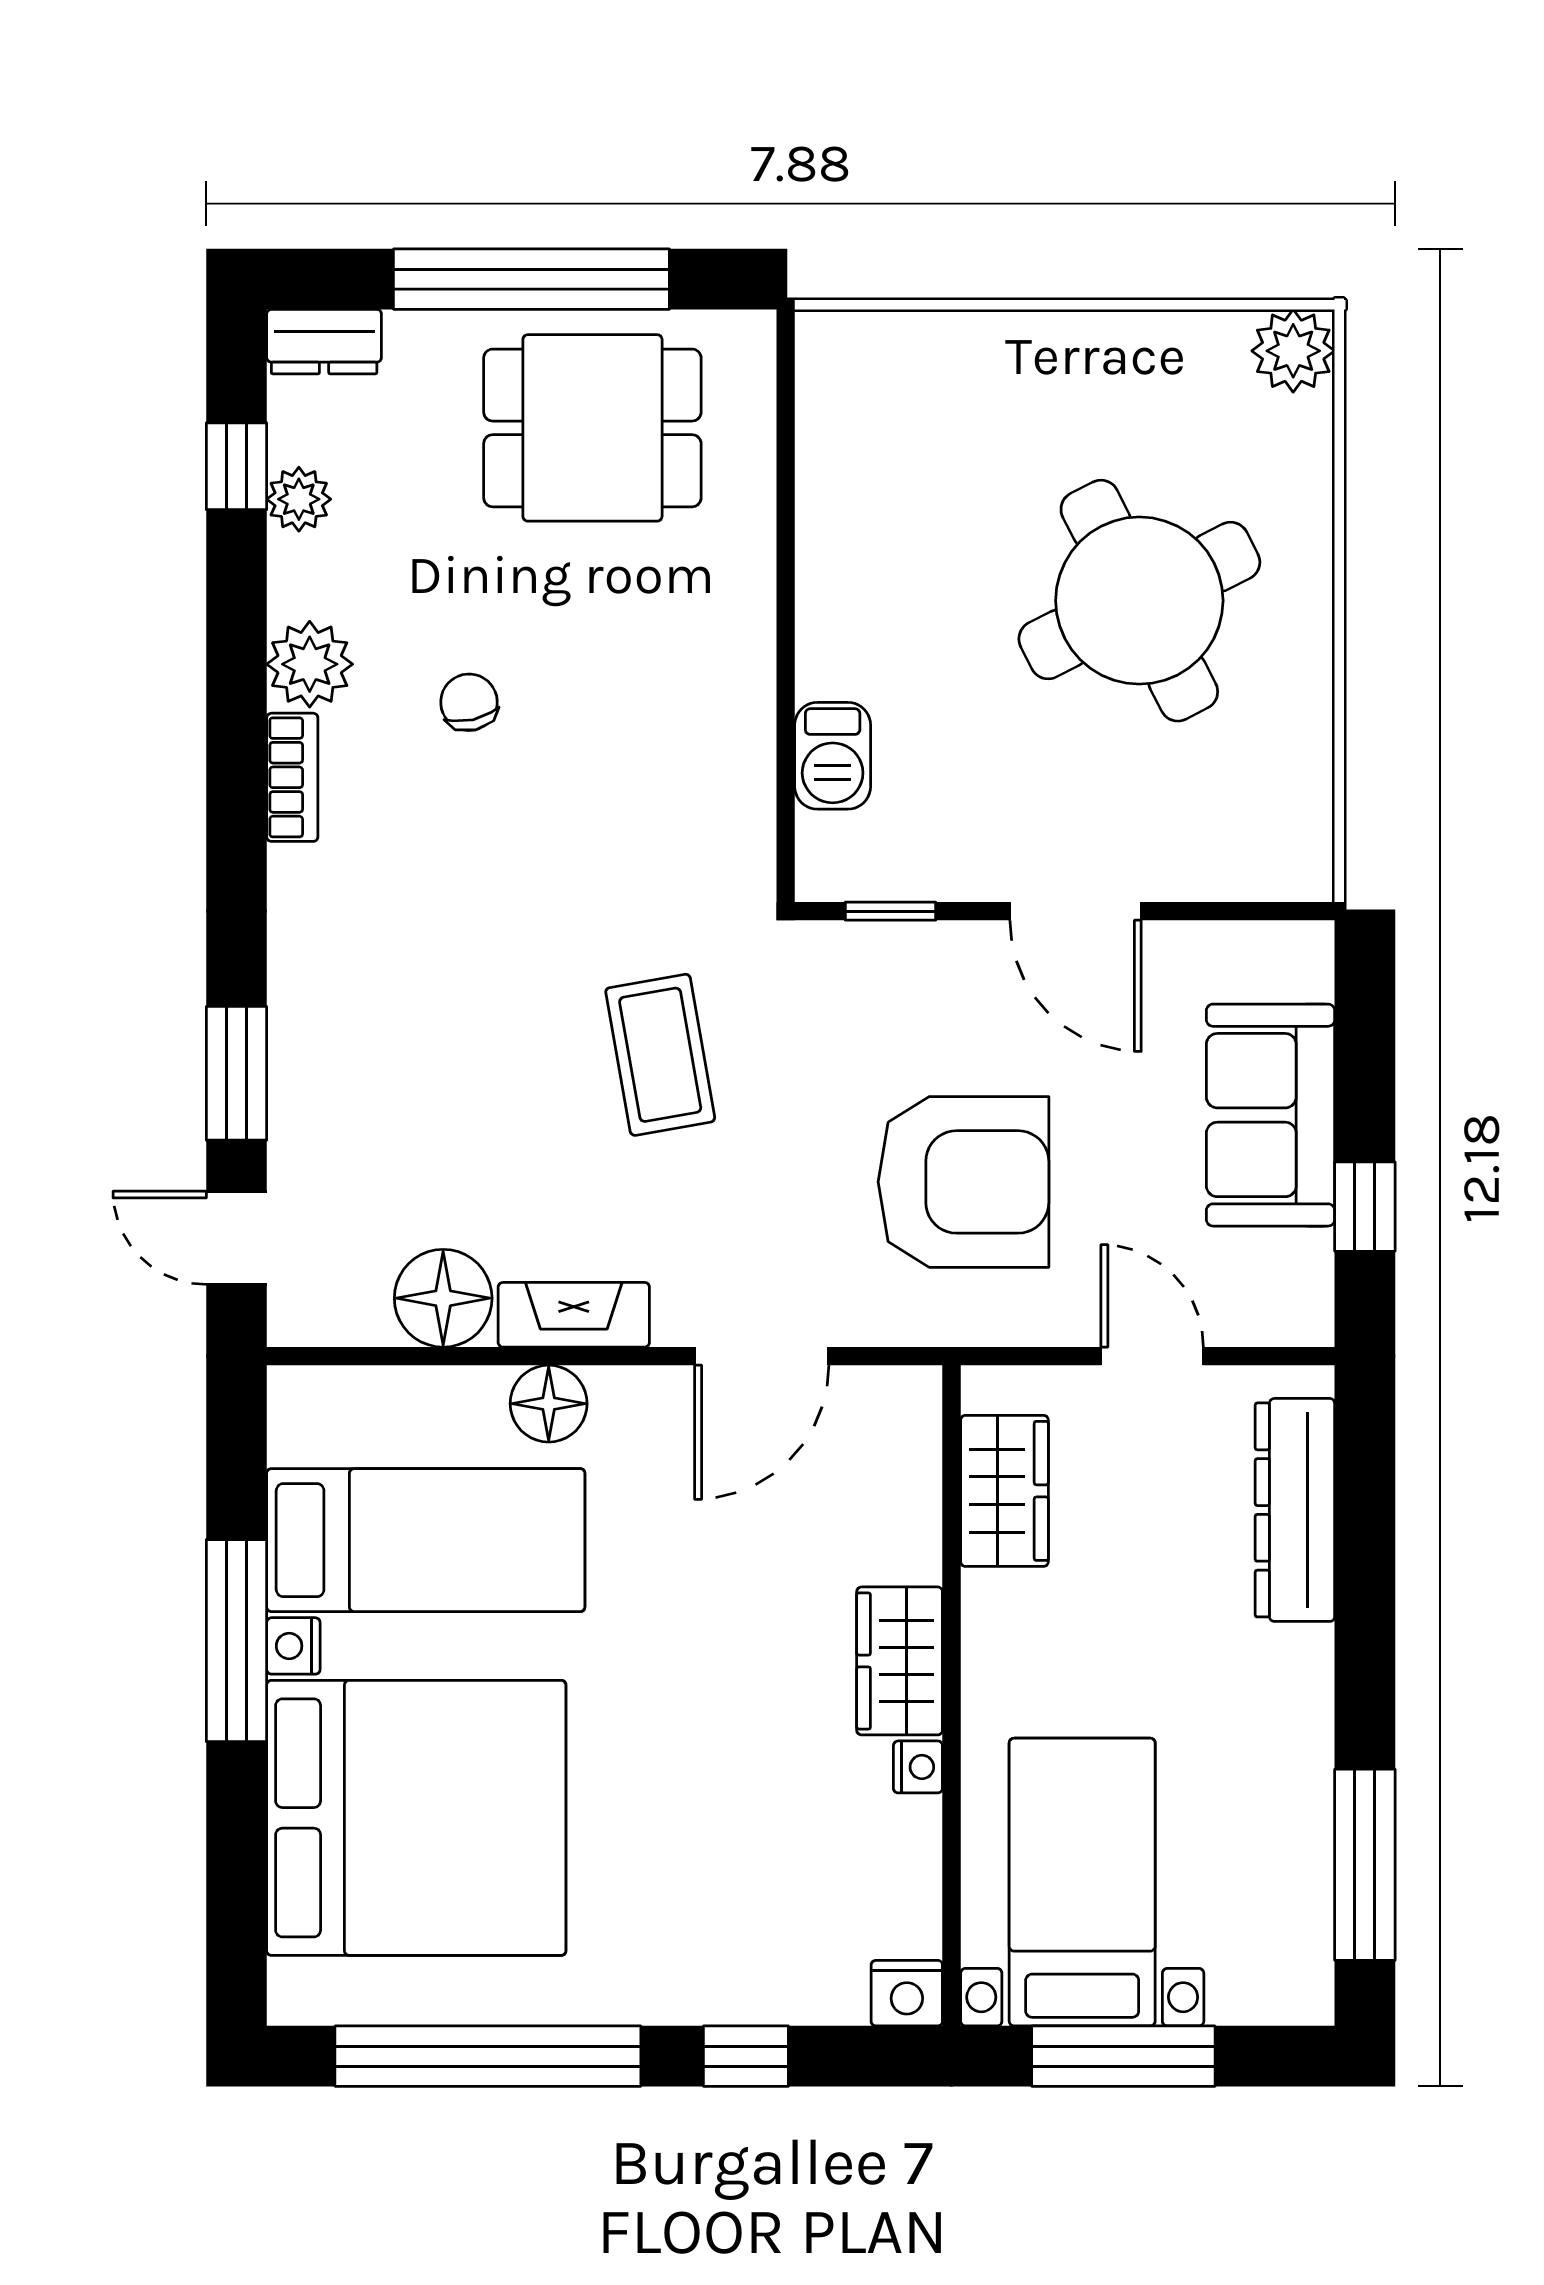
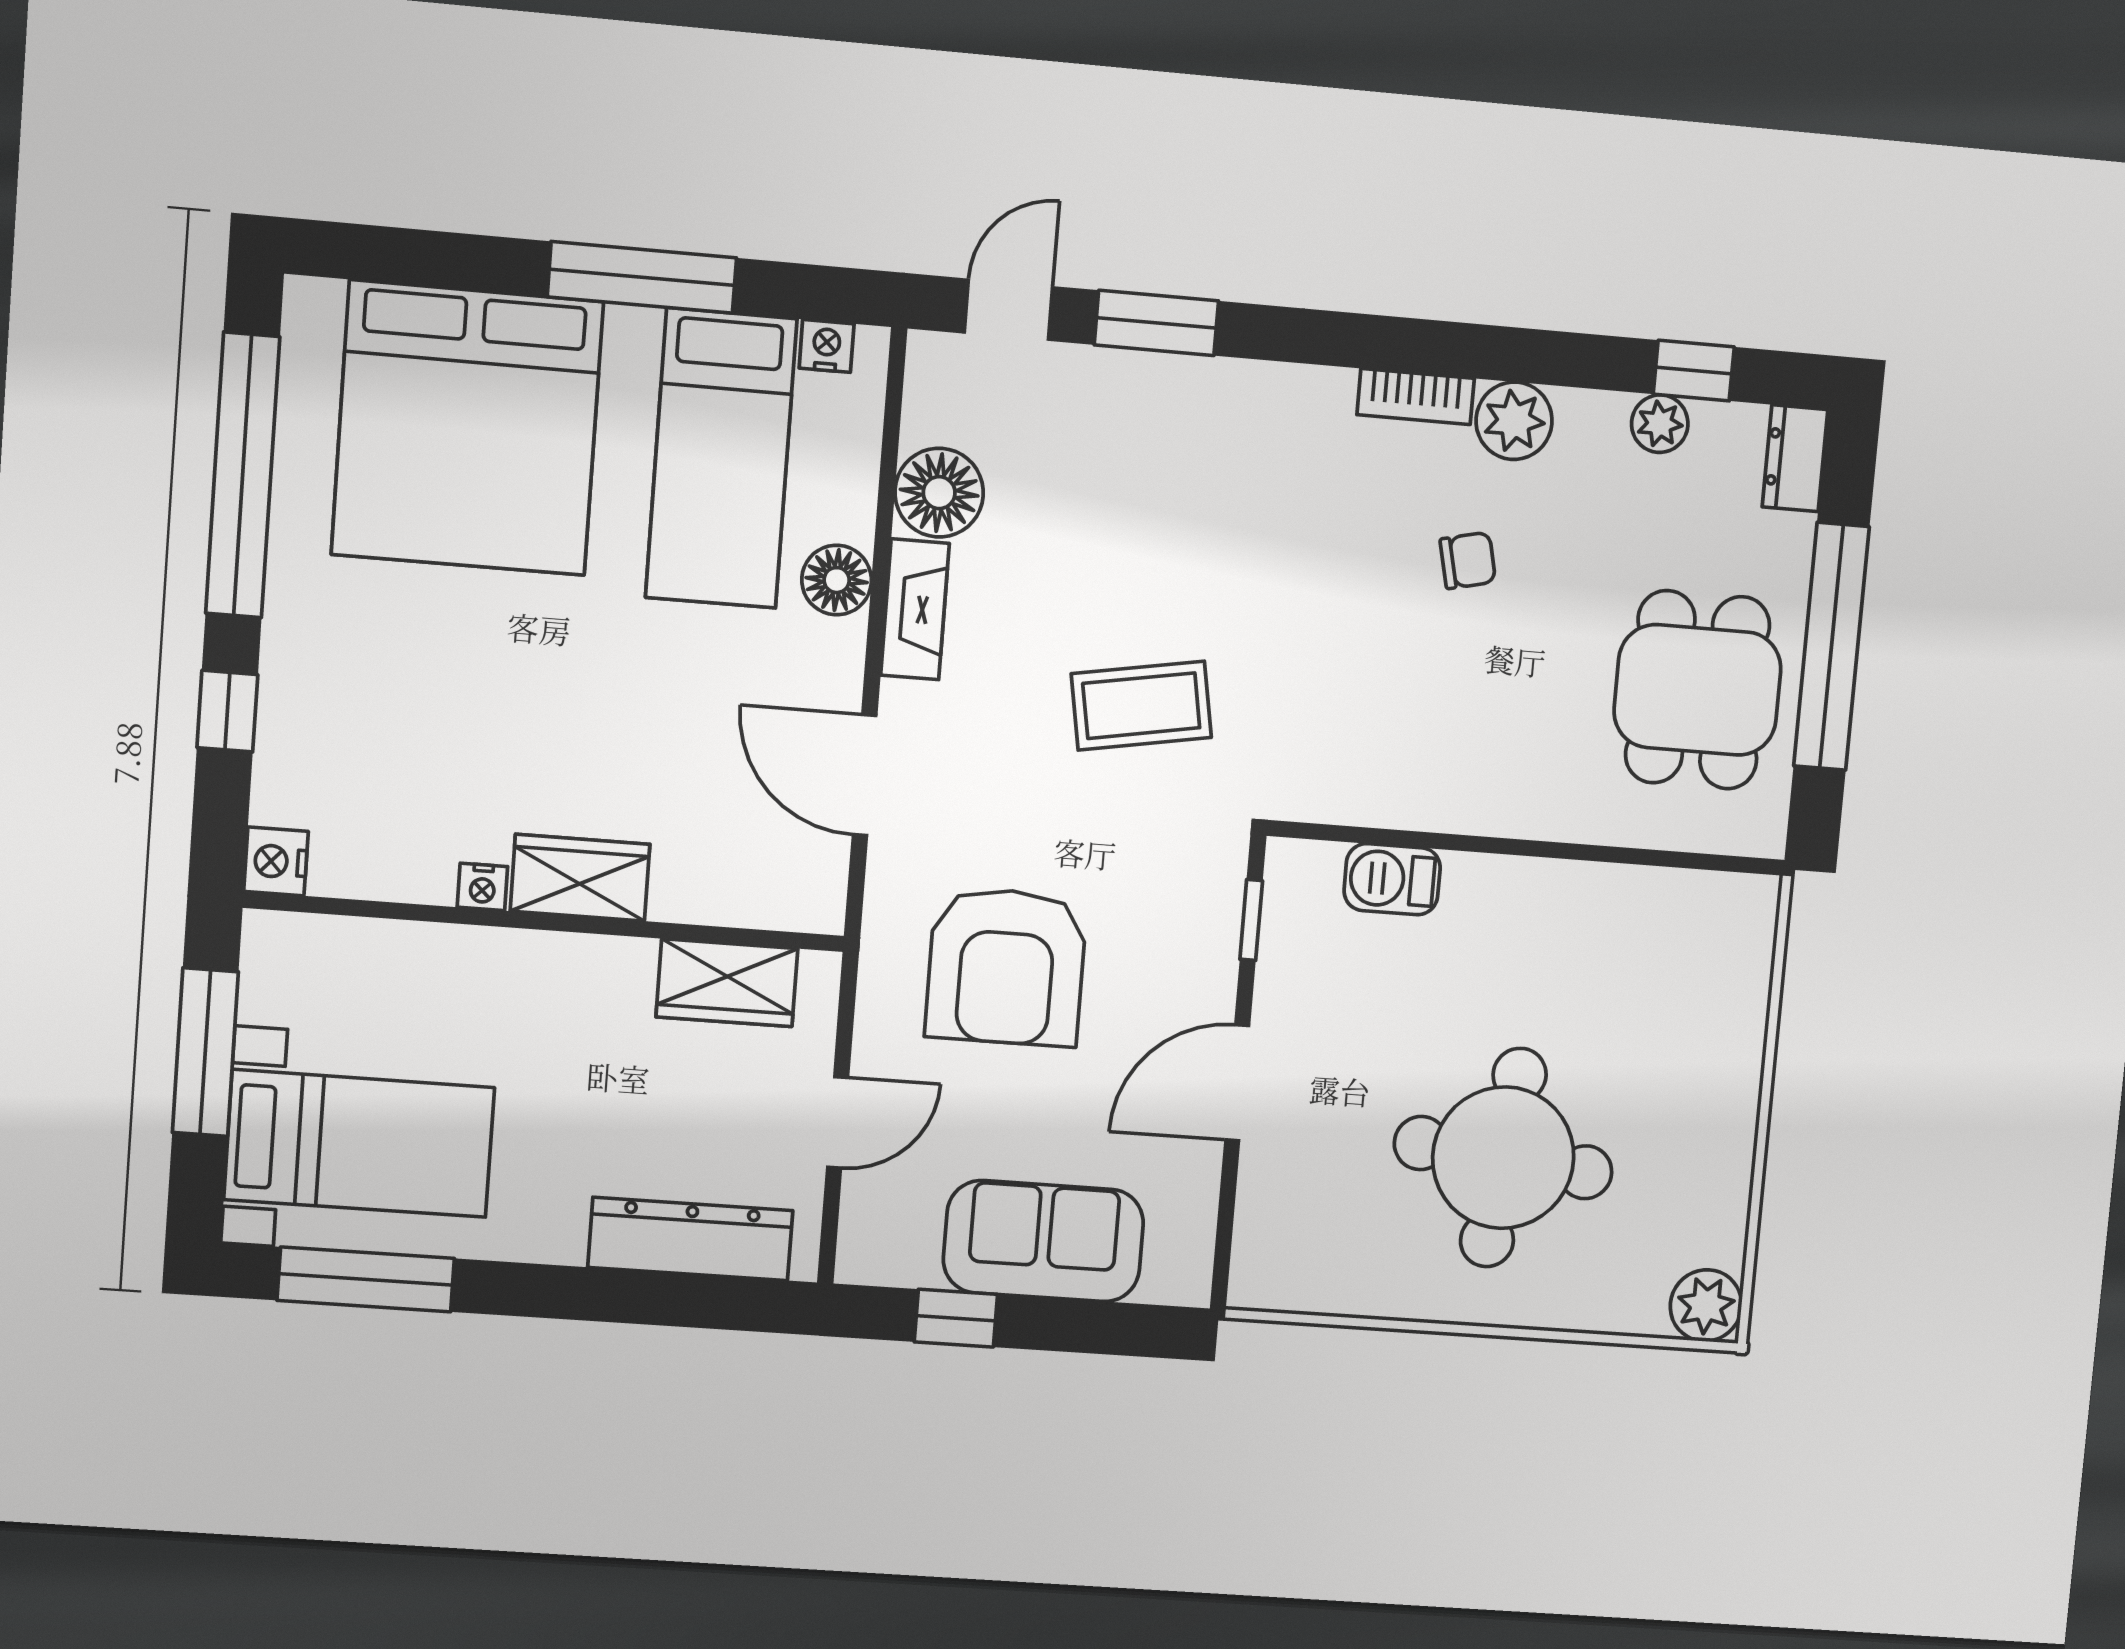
round table: (1139, 601) -> (1503, 1158), turned 33
nightstand: (293, 1646) -> (827, 346), moved
bed with nightstands: (1082, 1882) -> (359, 1144), moved

